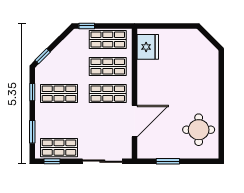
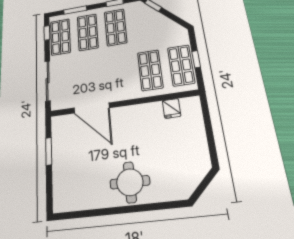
window: (87, 26) -> (196, 59), moved
fridge: (148, 47) -> (172, 108), width x0.53, depth x0.75
shop shelf: (108, 94) -> (88, 32), moved
round table: (199, 130) -> (130, 182), moved

